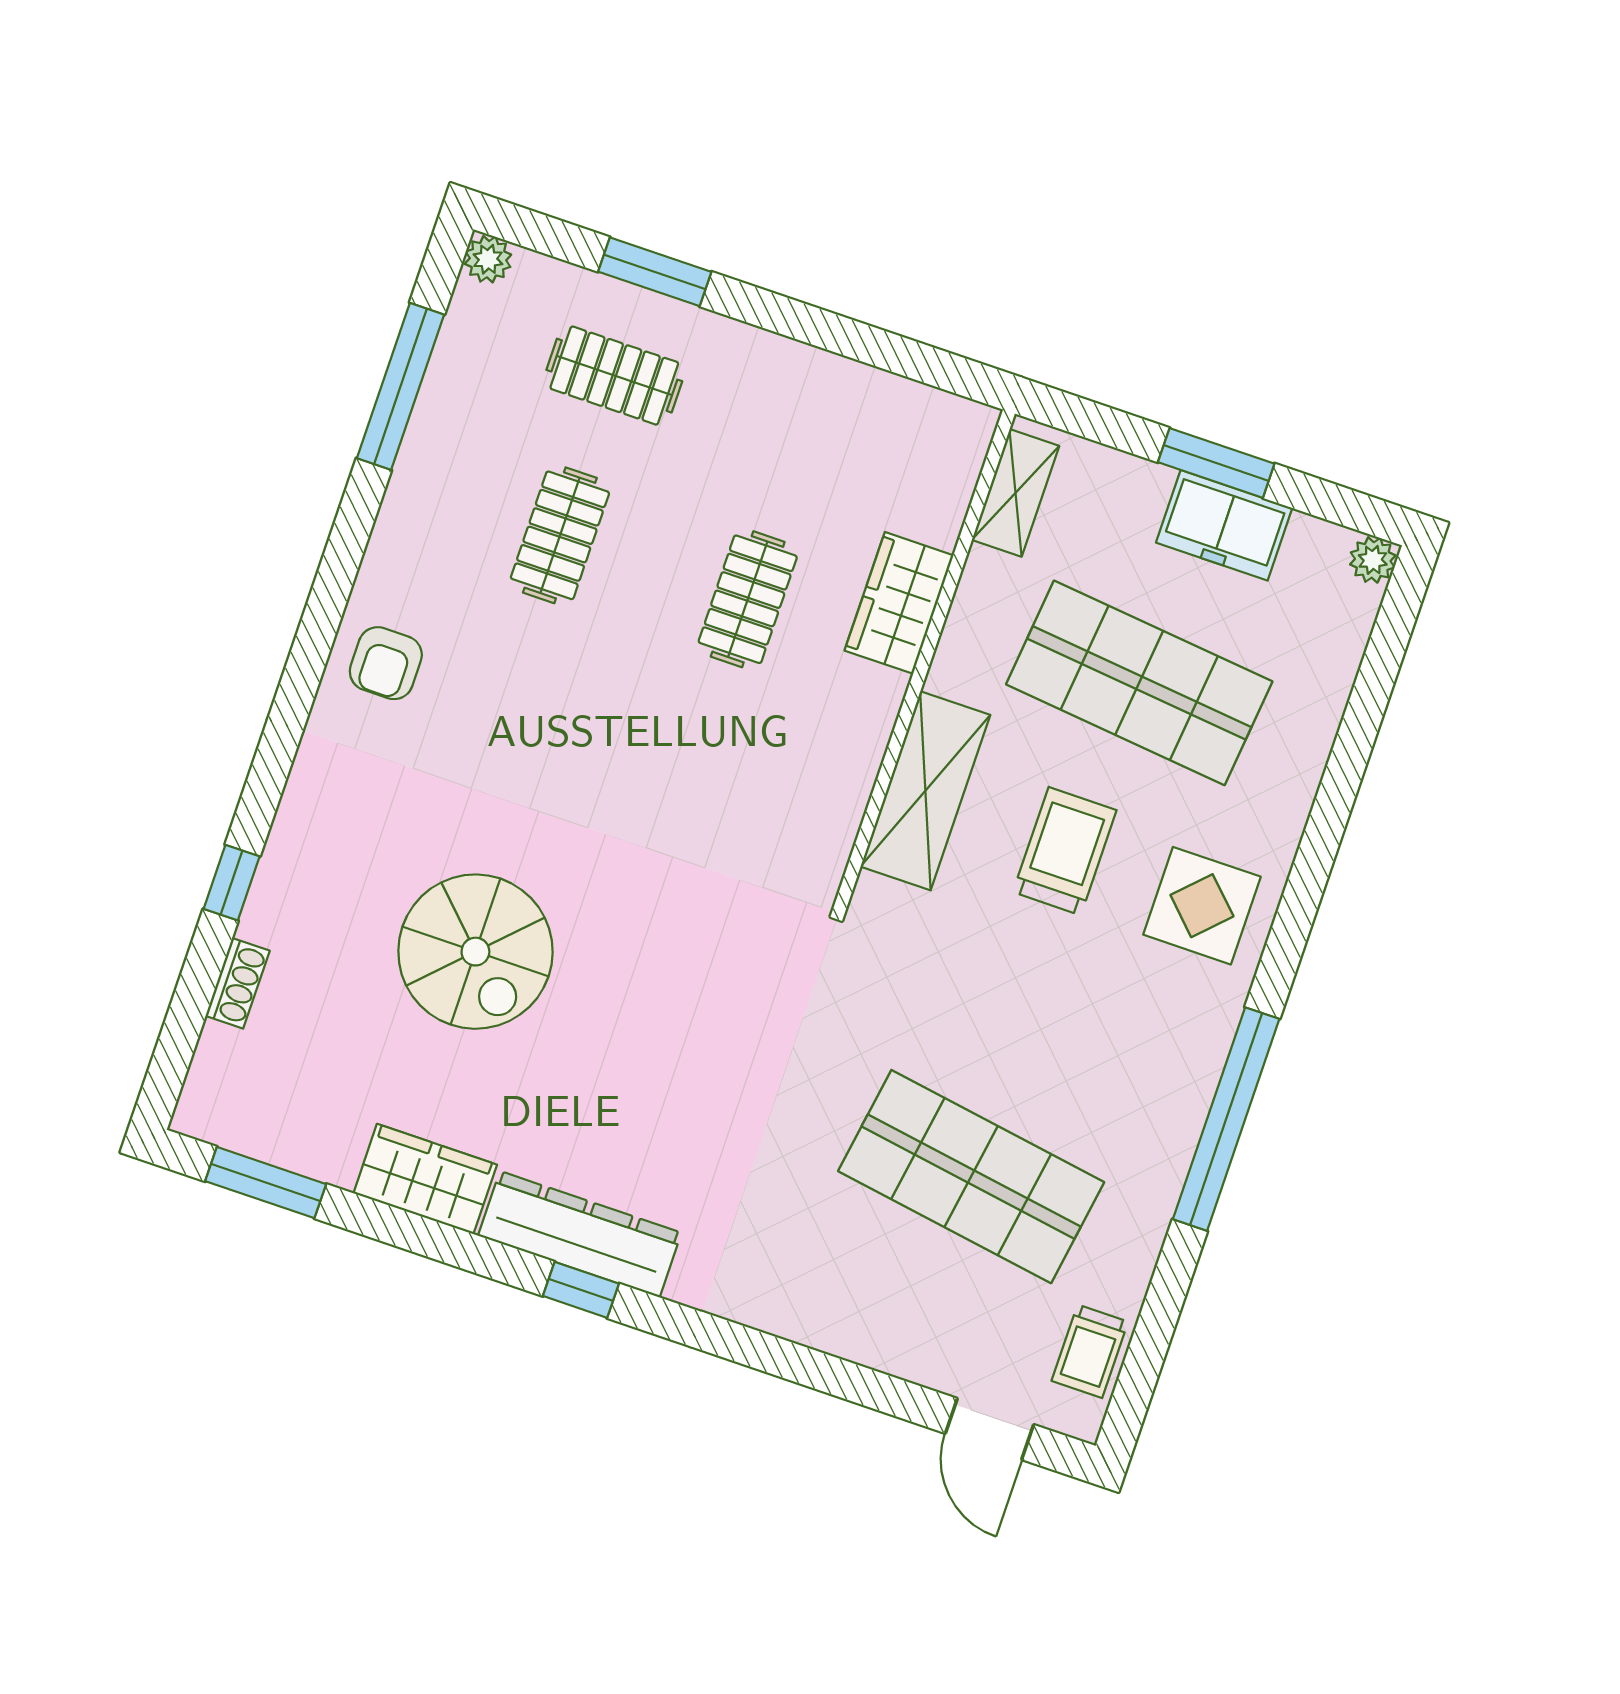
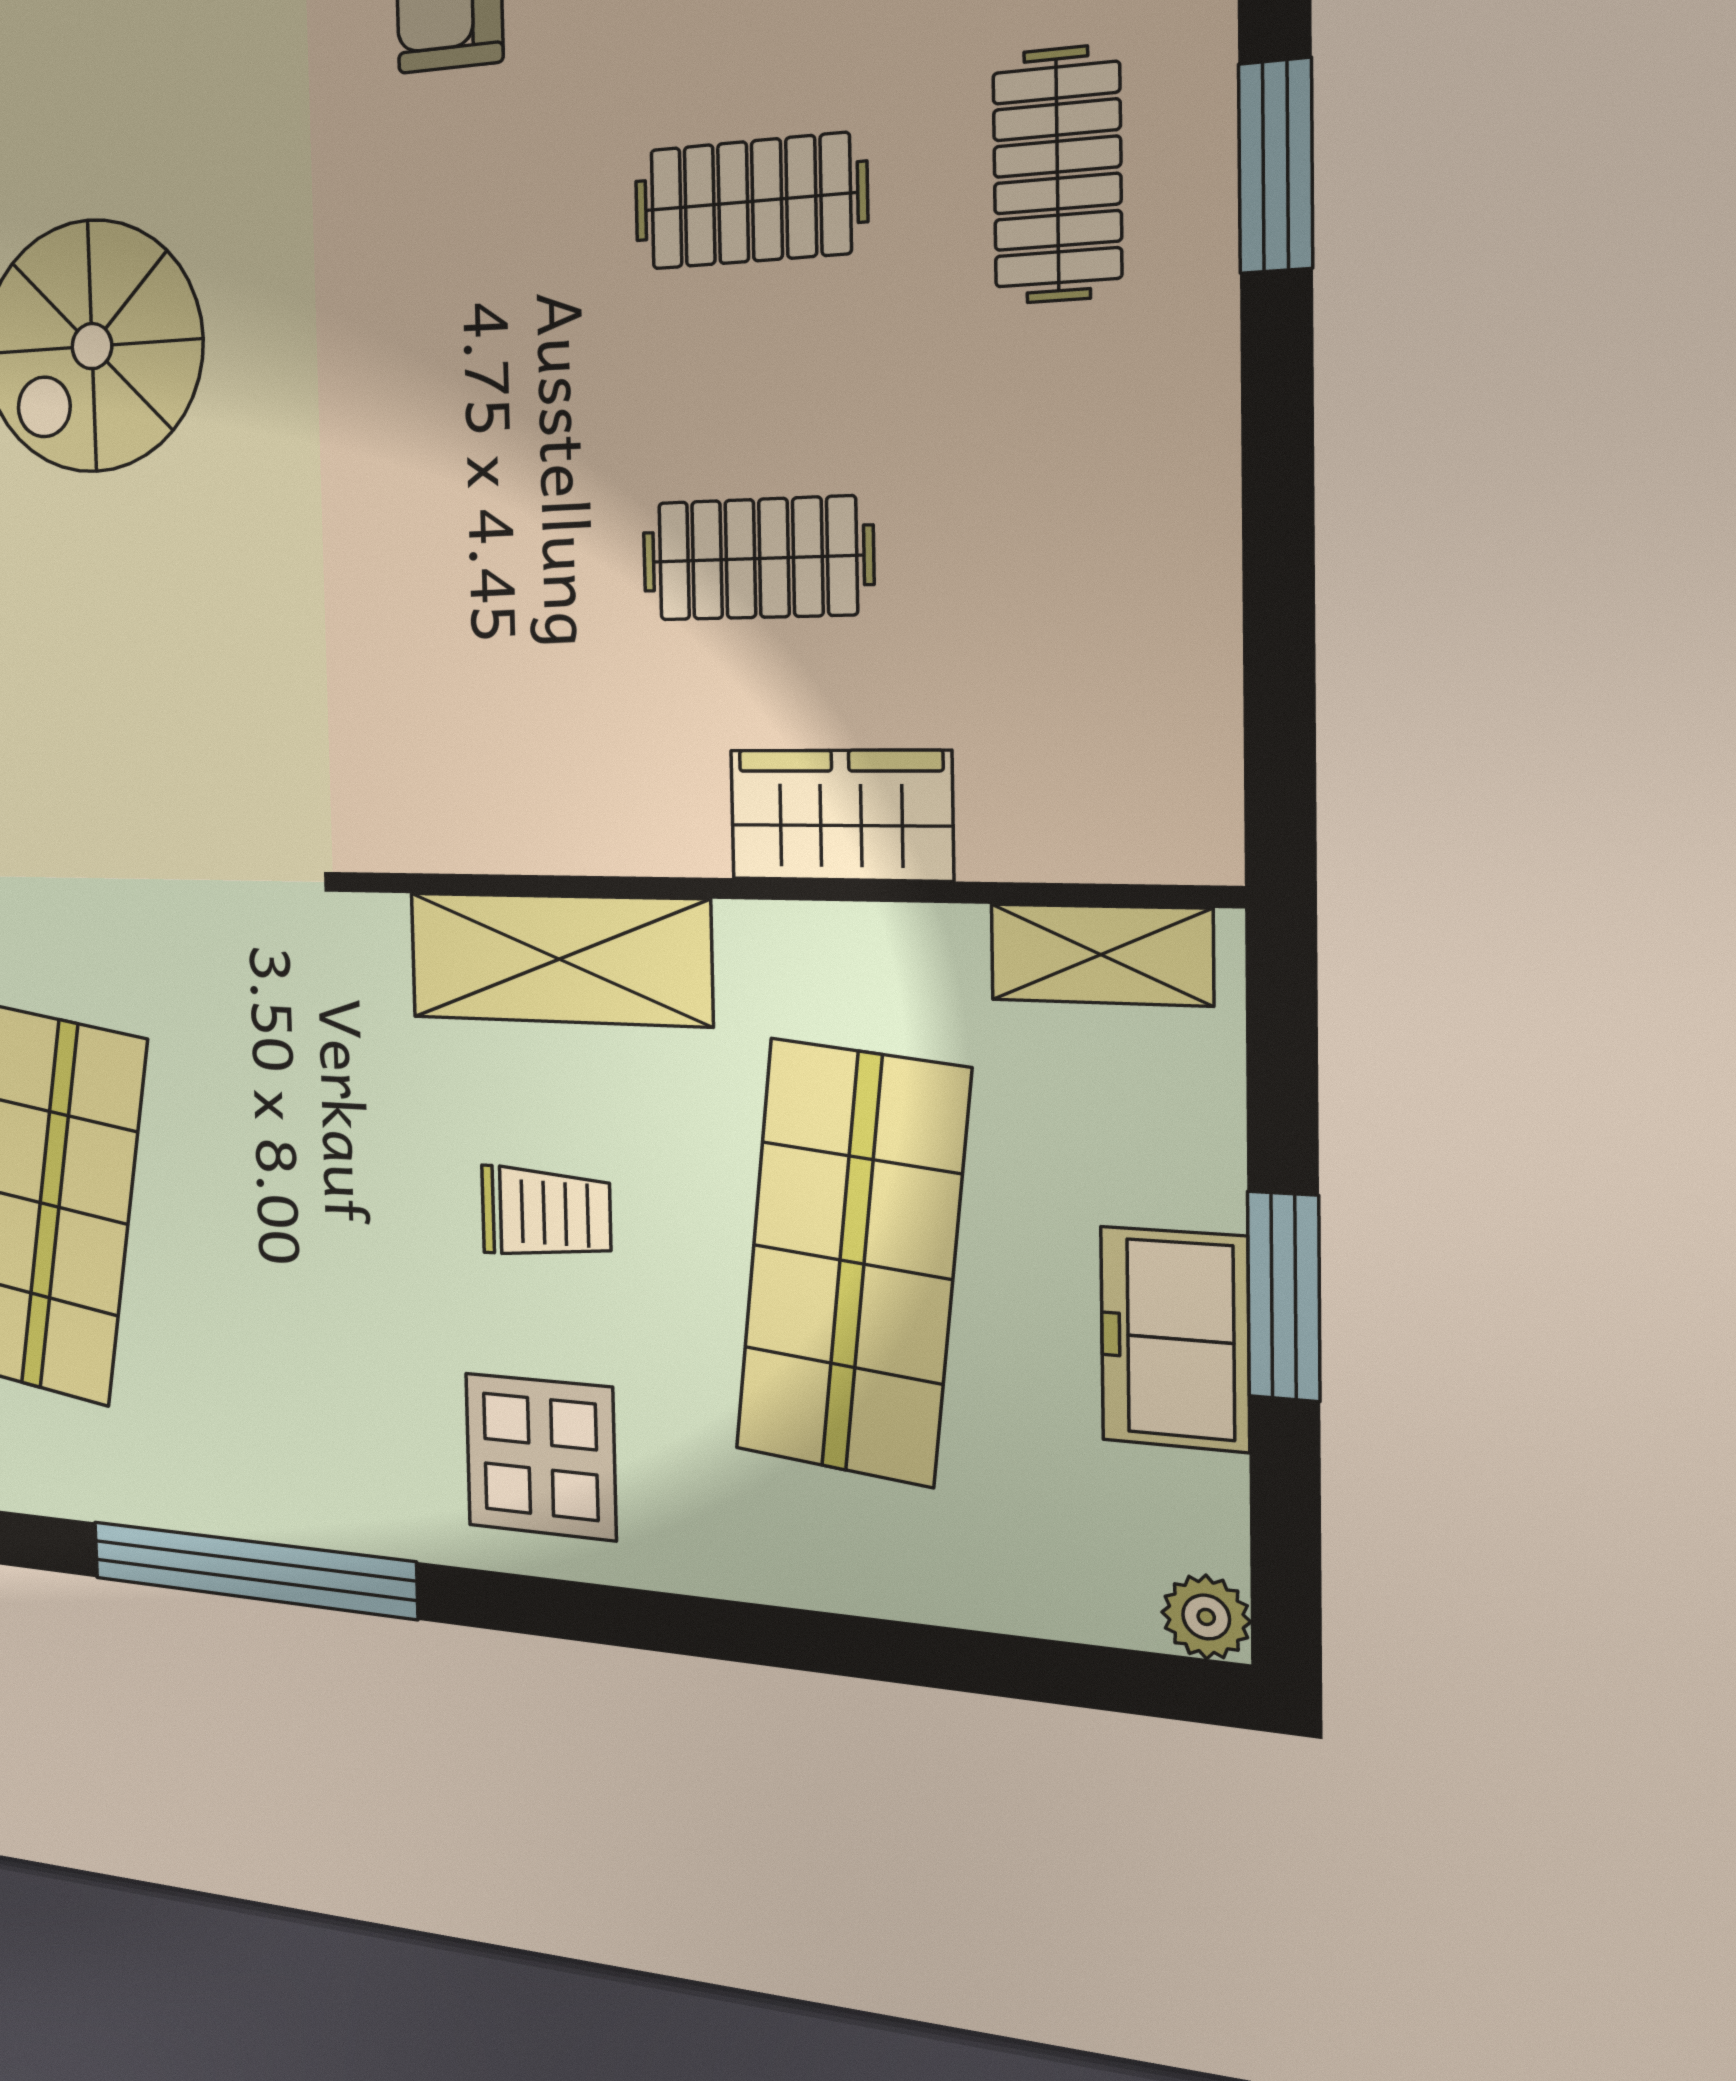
trolley: (1065, 851) -> (546, 1213), width x0.73, depth x0.72

